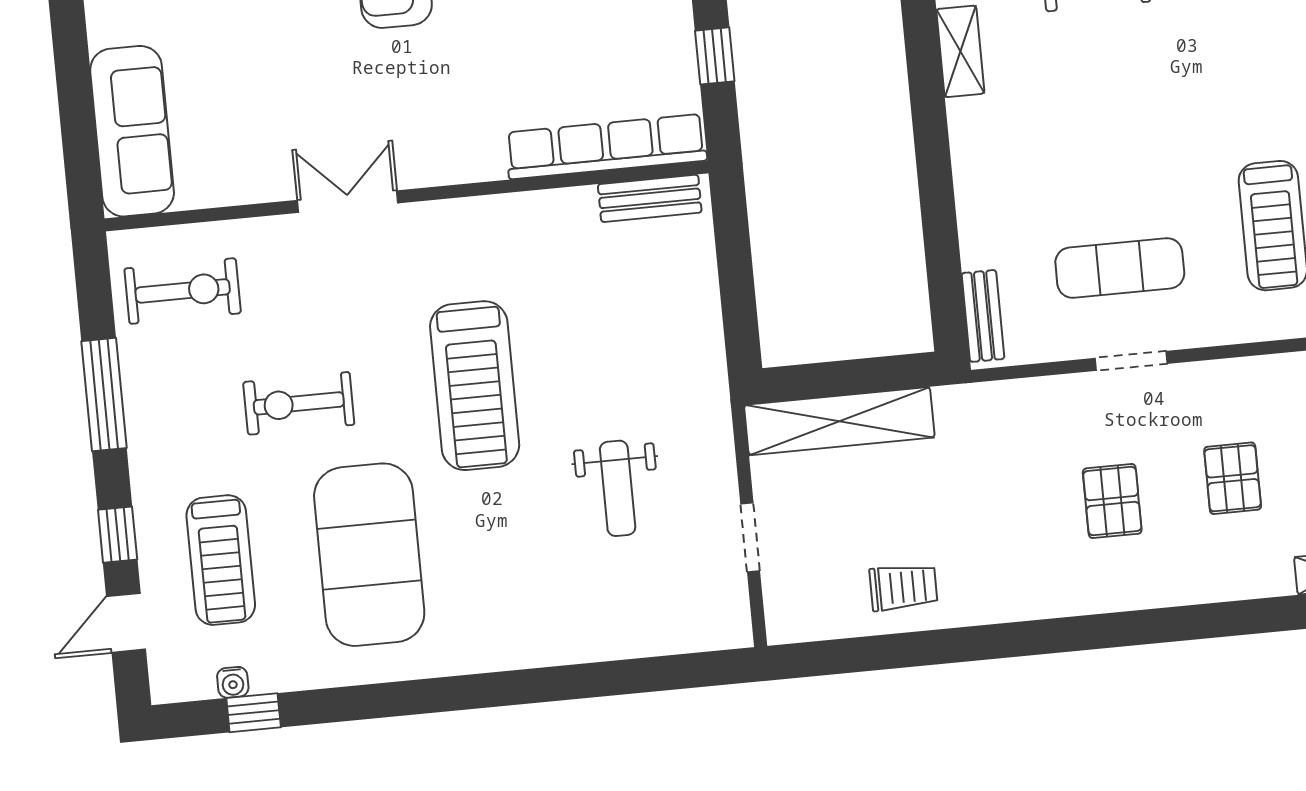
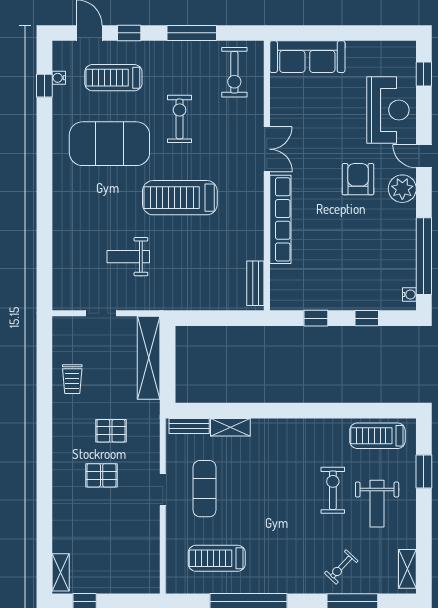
shelving: (960, 51) -> (230, 427), moved
row of seats: (606, 147) -> (280, 219), moved
pallet: (1233, 478) -> (111, 431), moved

